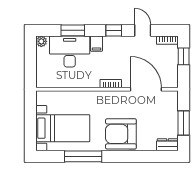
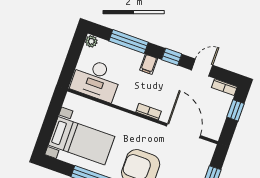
window: (73, 30) -> (129, 42), width x1.44
door: (143, 30) -> (202, 68), hinge flipped
desk: (70, 52) -> (96, 80), moved, turned 180

